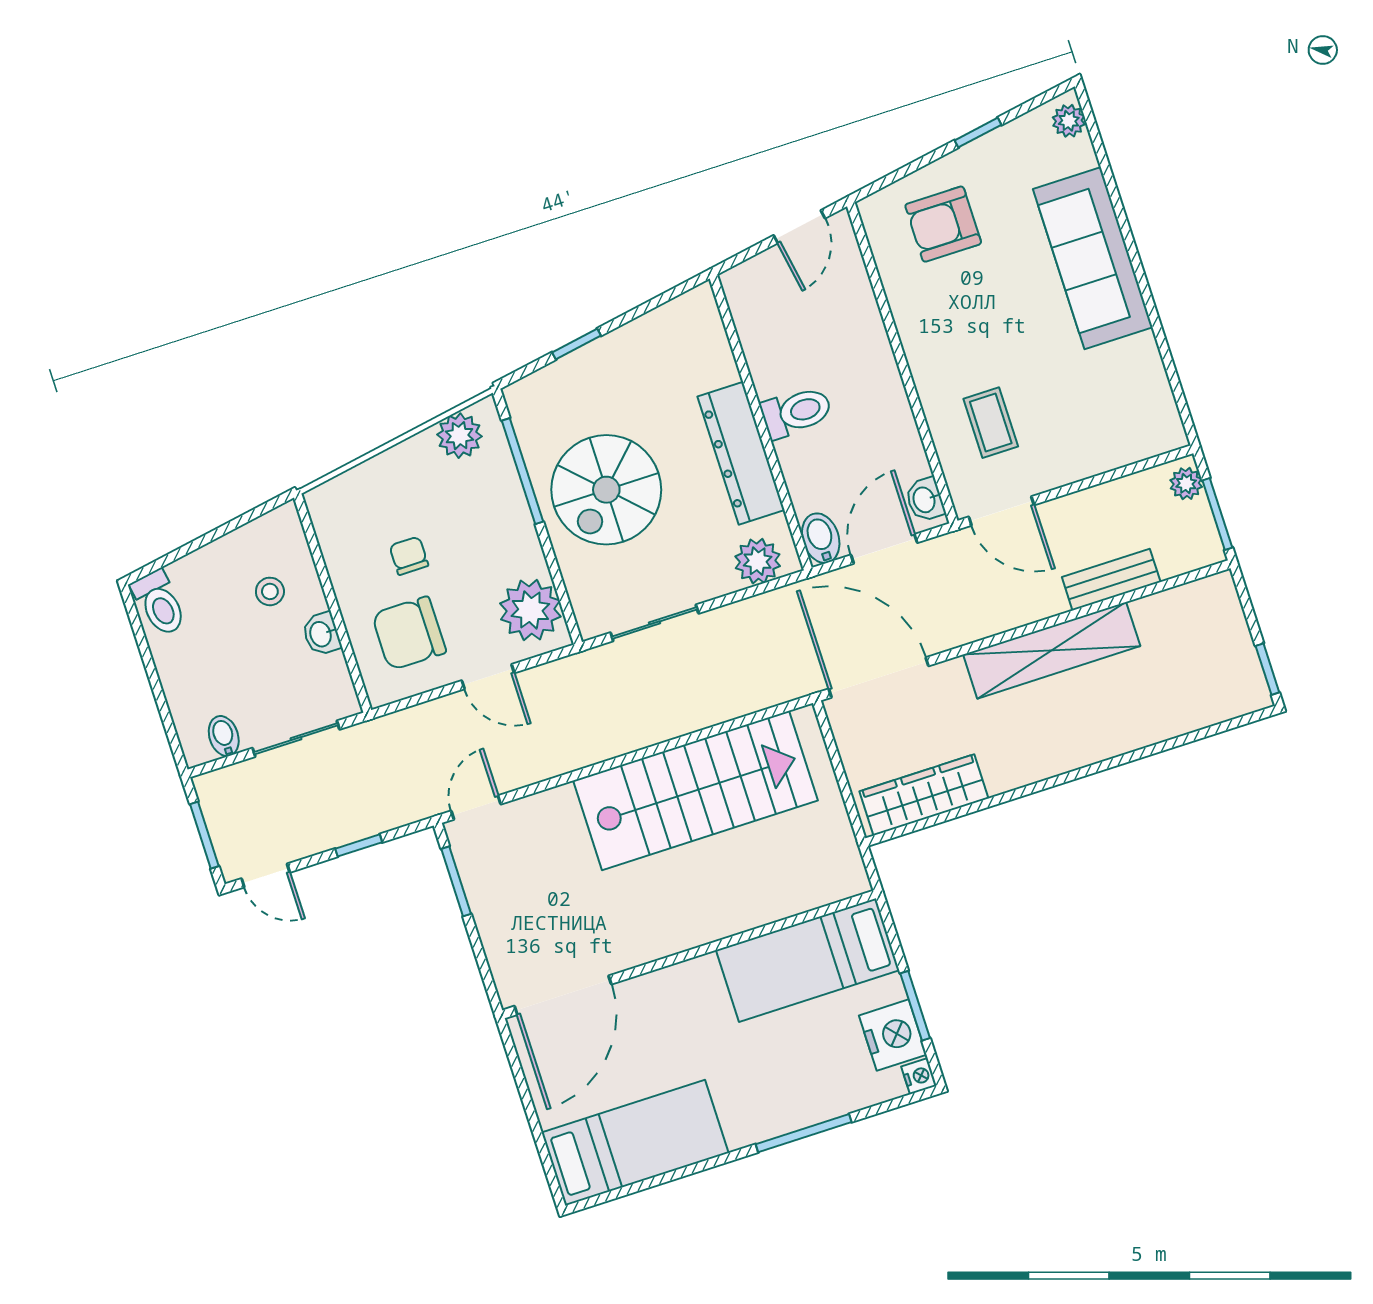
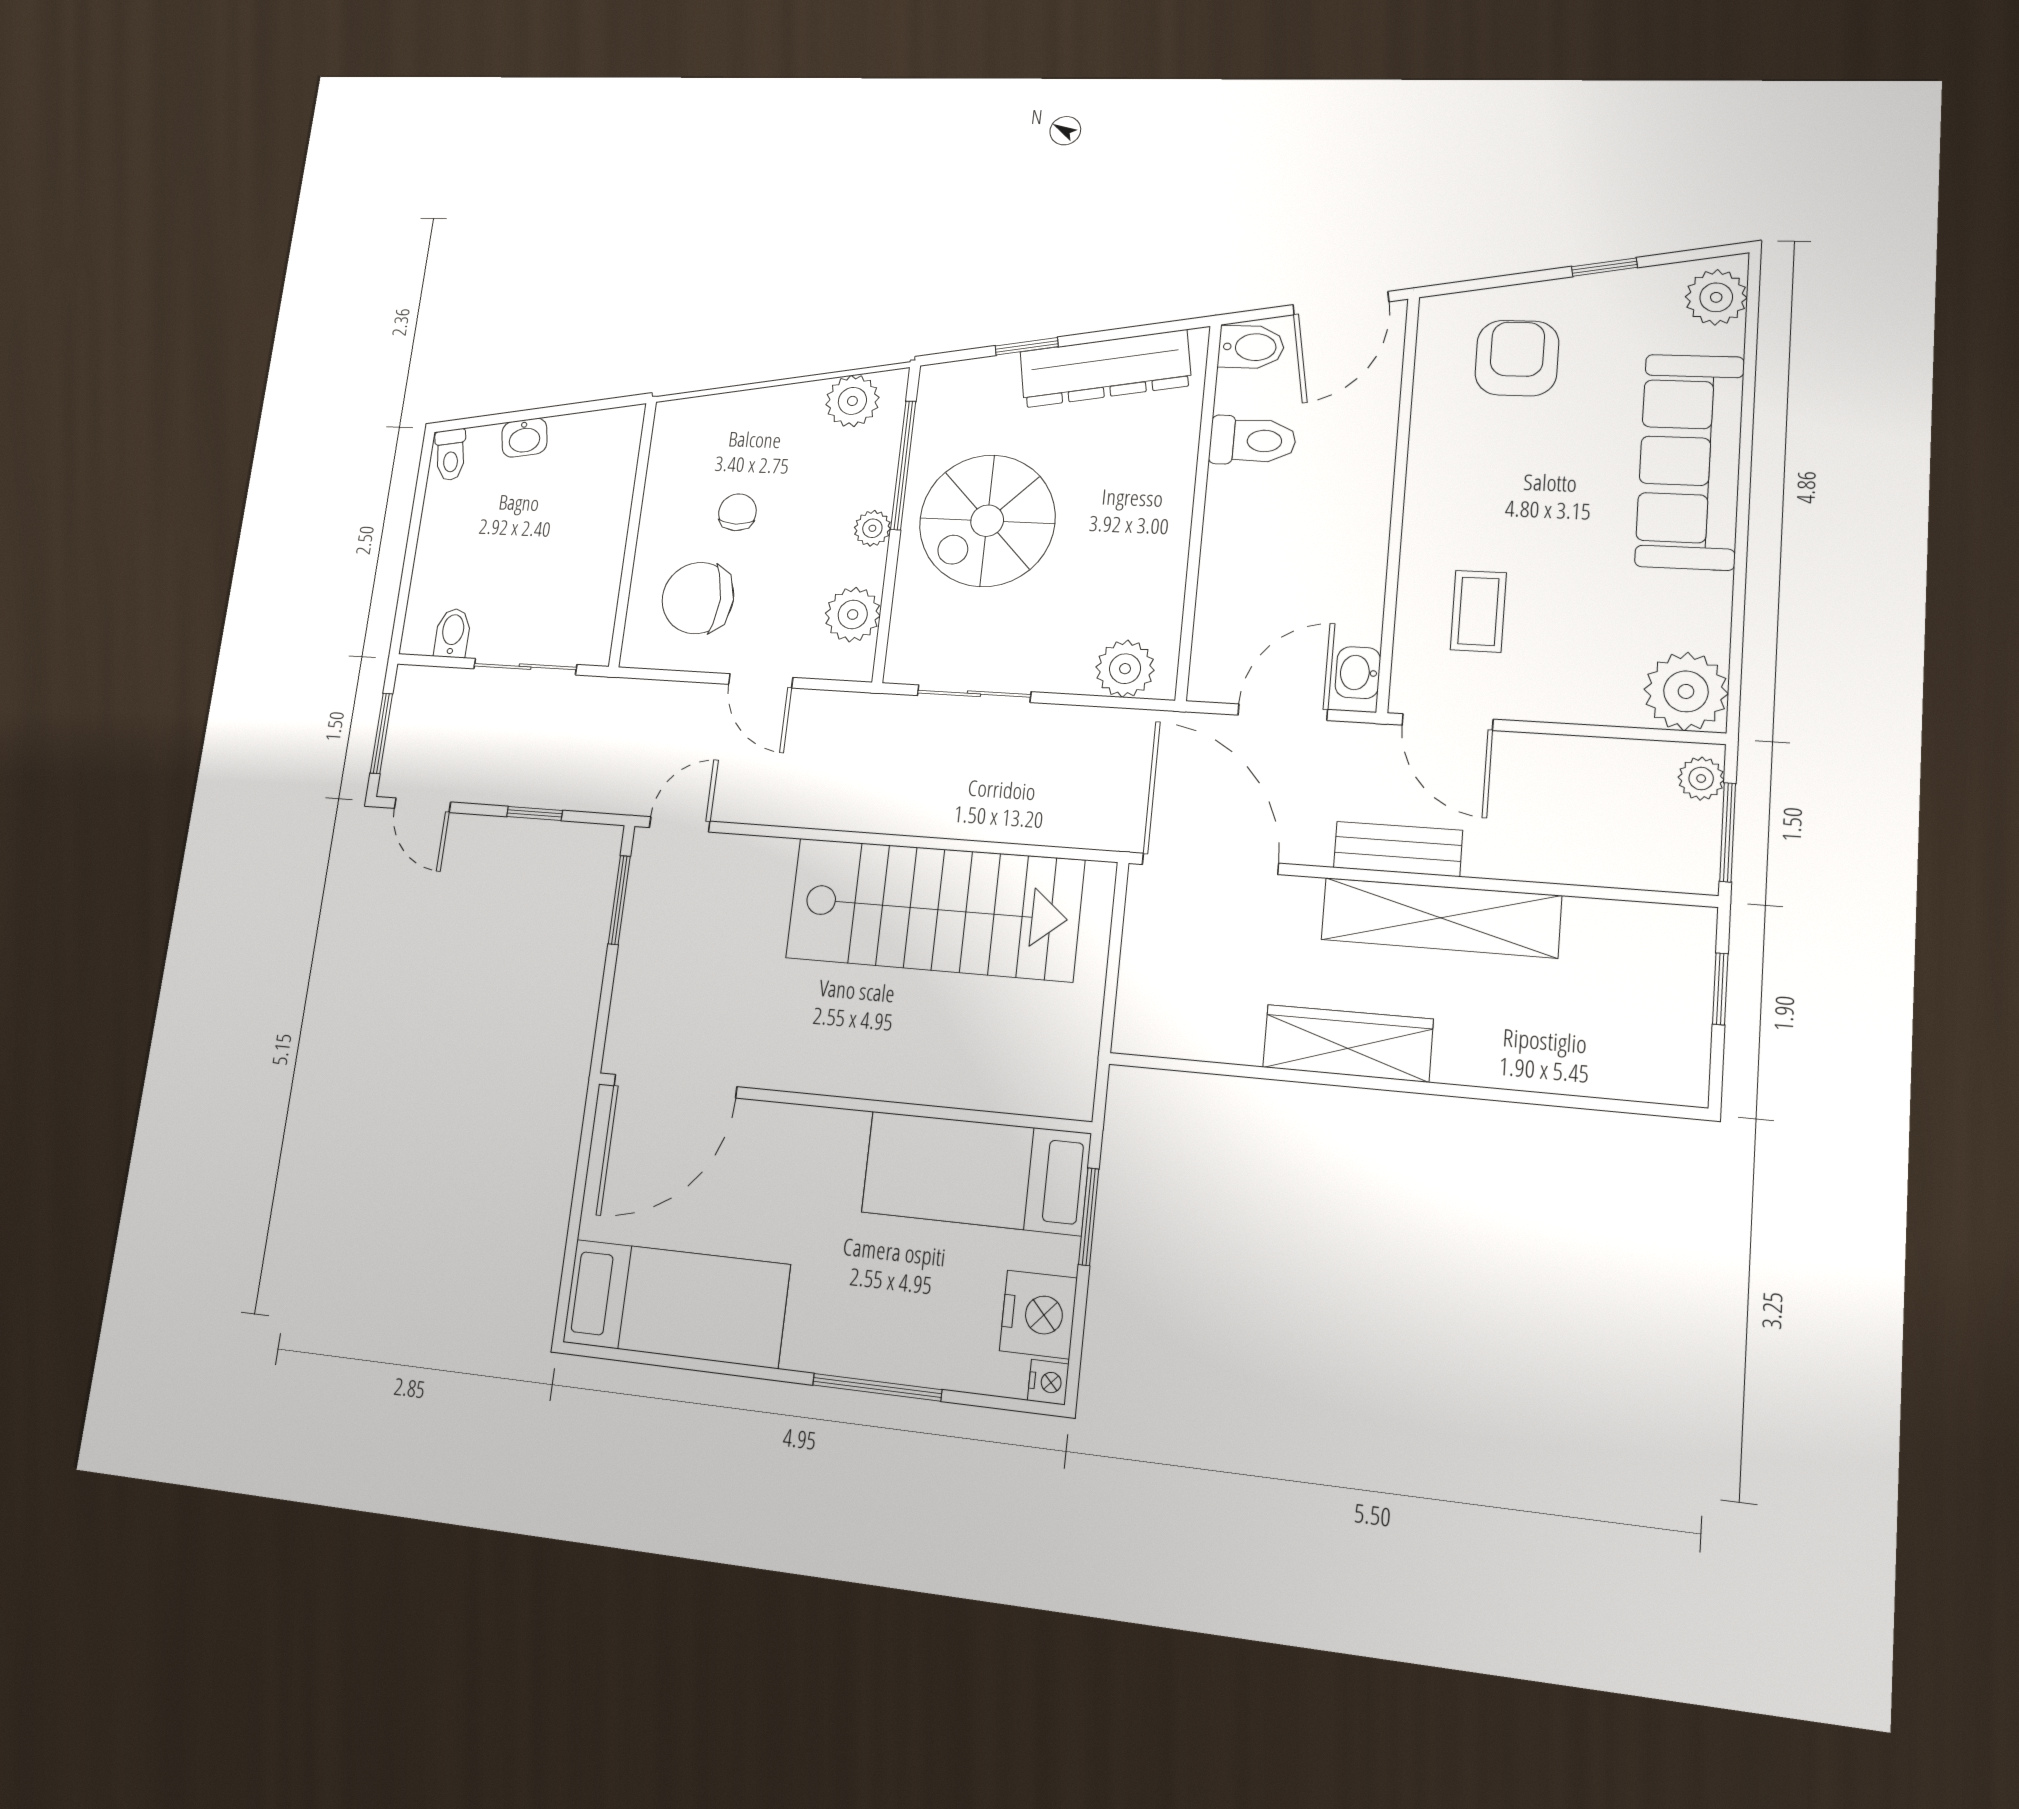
plant: (1069, 121) -> (1716, 297), width x1.38, depth x1.38
armchair: (943, 224) -> (1517, 358), turned 90
door: (799, 227) -> (1341, 303), width x1.38
toilet: (796, 412) -> (1253, 441), moved
plant: (1153, 426) -> (1686, 691), added
dresser: (741, 453) -> (1105, 369), moved, turned -100
plant: (521, 528) -> (872, 528), added
bidet: (821, 538) -> (1251, 347), moved, turned 90
bench: (1111, 580) -> (1398, 849), moved
stool: (270, 591) -> (574, 495), removed
toilet: (159, 603) -> (450, 455), width x0.73, depth x0.72
plant: (530, 610) -> (853, 614), width x0.73, depth x0.73
washbasin: (321, 634) -> (524, 438), moved, turned -100
window: (1267, 669) -> (1720, 989), moved
wardrobe: (924, 795) -> (1348, 1043), moved
window: (915, 1006) -> (1089, 1217), moved

